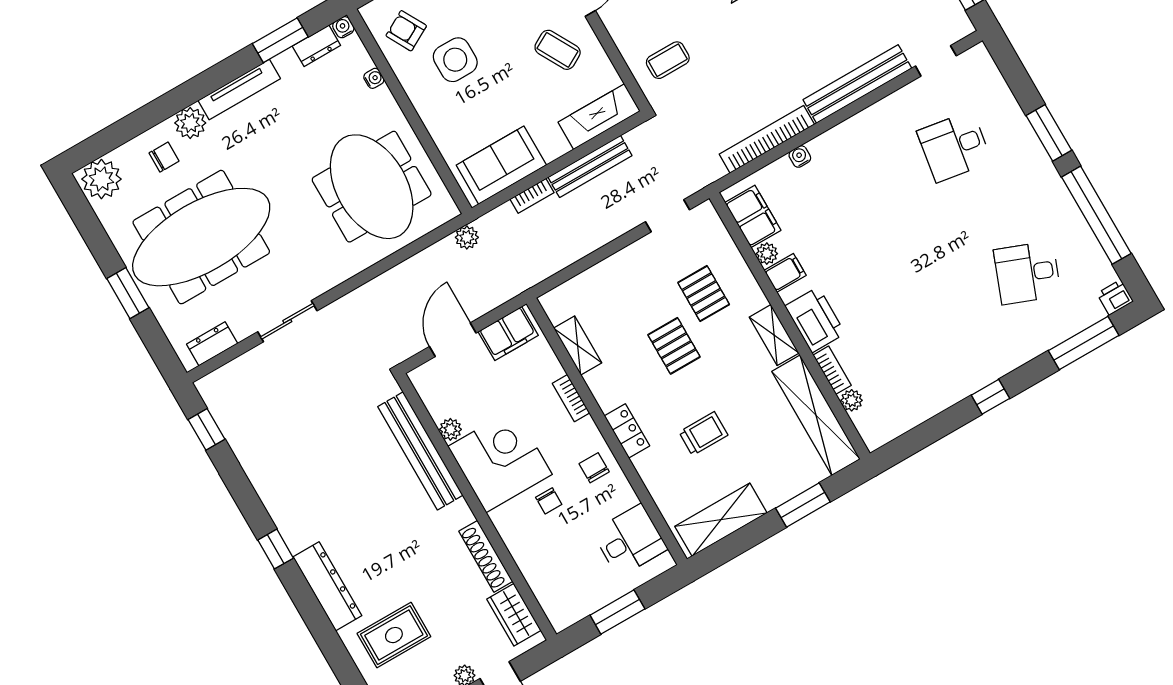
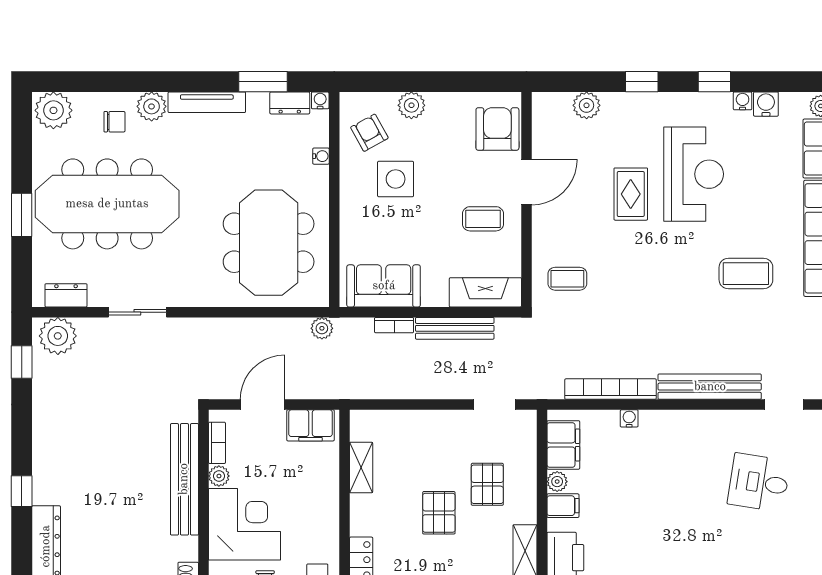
coffee table: (558, 50) -> (483, 219), turned -61
plant: (226, 386) -> (58, 336), added
bookcase: (571, 398) -> (217, 443), moved, turned 180

